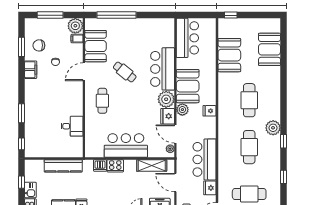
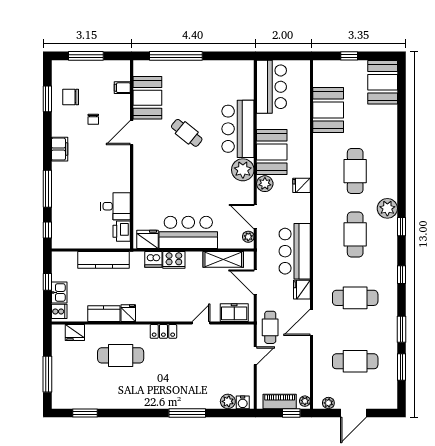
window: (231, 15) -> (349, 56), moved
plant: (75, 26) -> (120, 70), removed
booth: (269, 49) -> (383, 82), moved
filing cabinet: (31, 70) -> (60, 149), moved
cafe table: (102, 101) -> (157, 172), removed
window: (22, 113) -> (47, 189), width x1.44
fridge: (168, 116) -> (147, 239), moved, turned 90
printer: (77, 145) -> (122, 231), added

